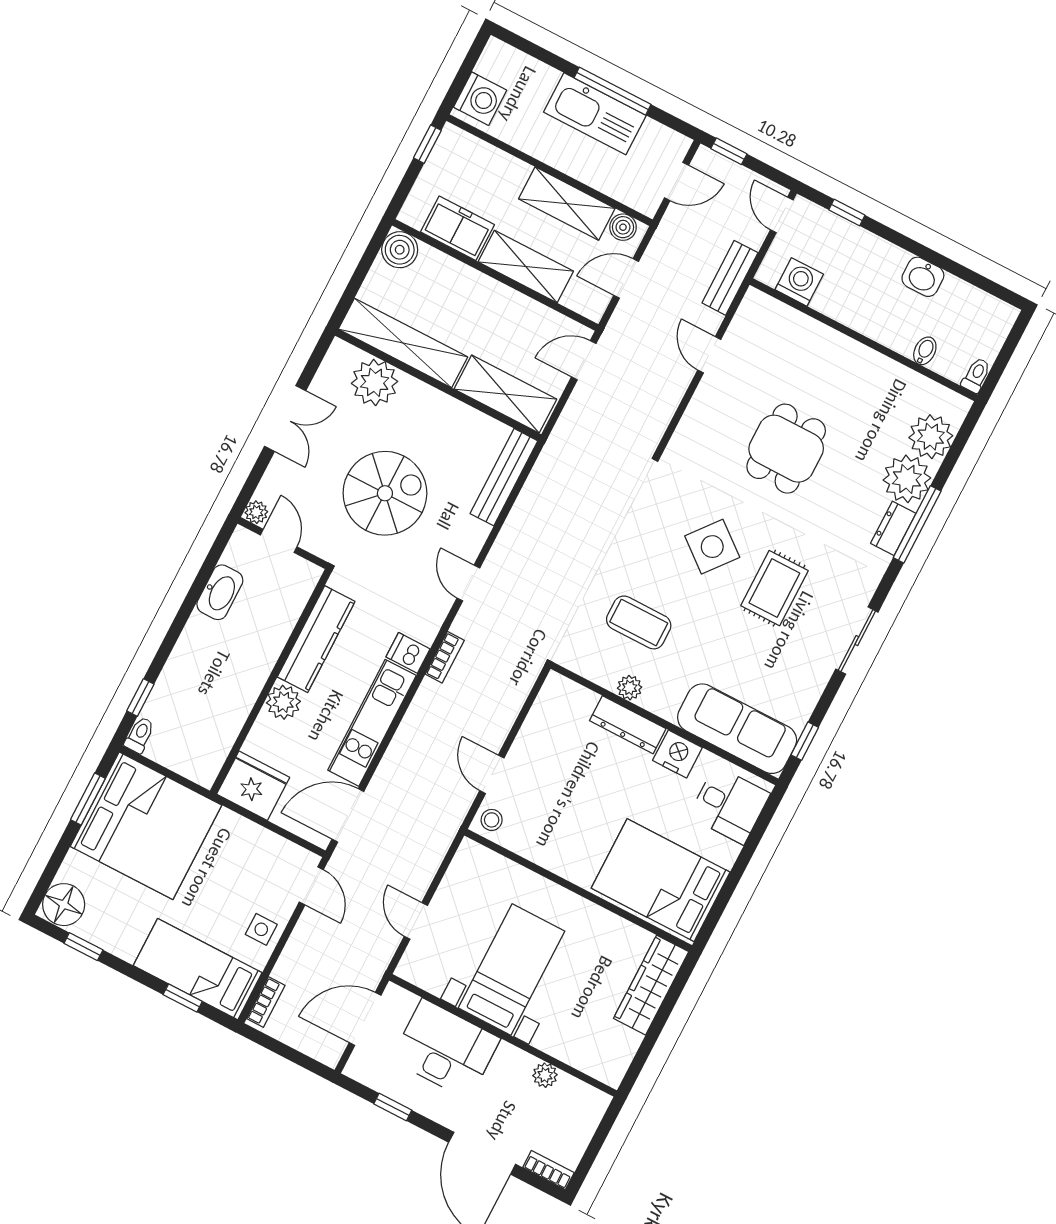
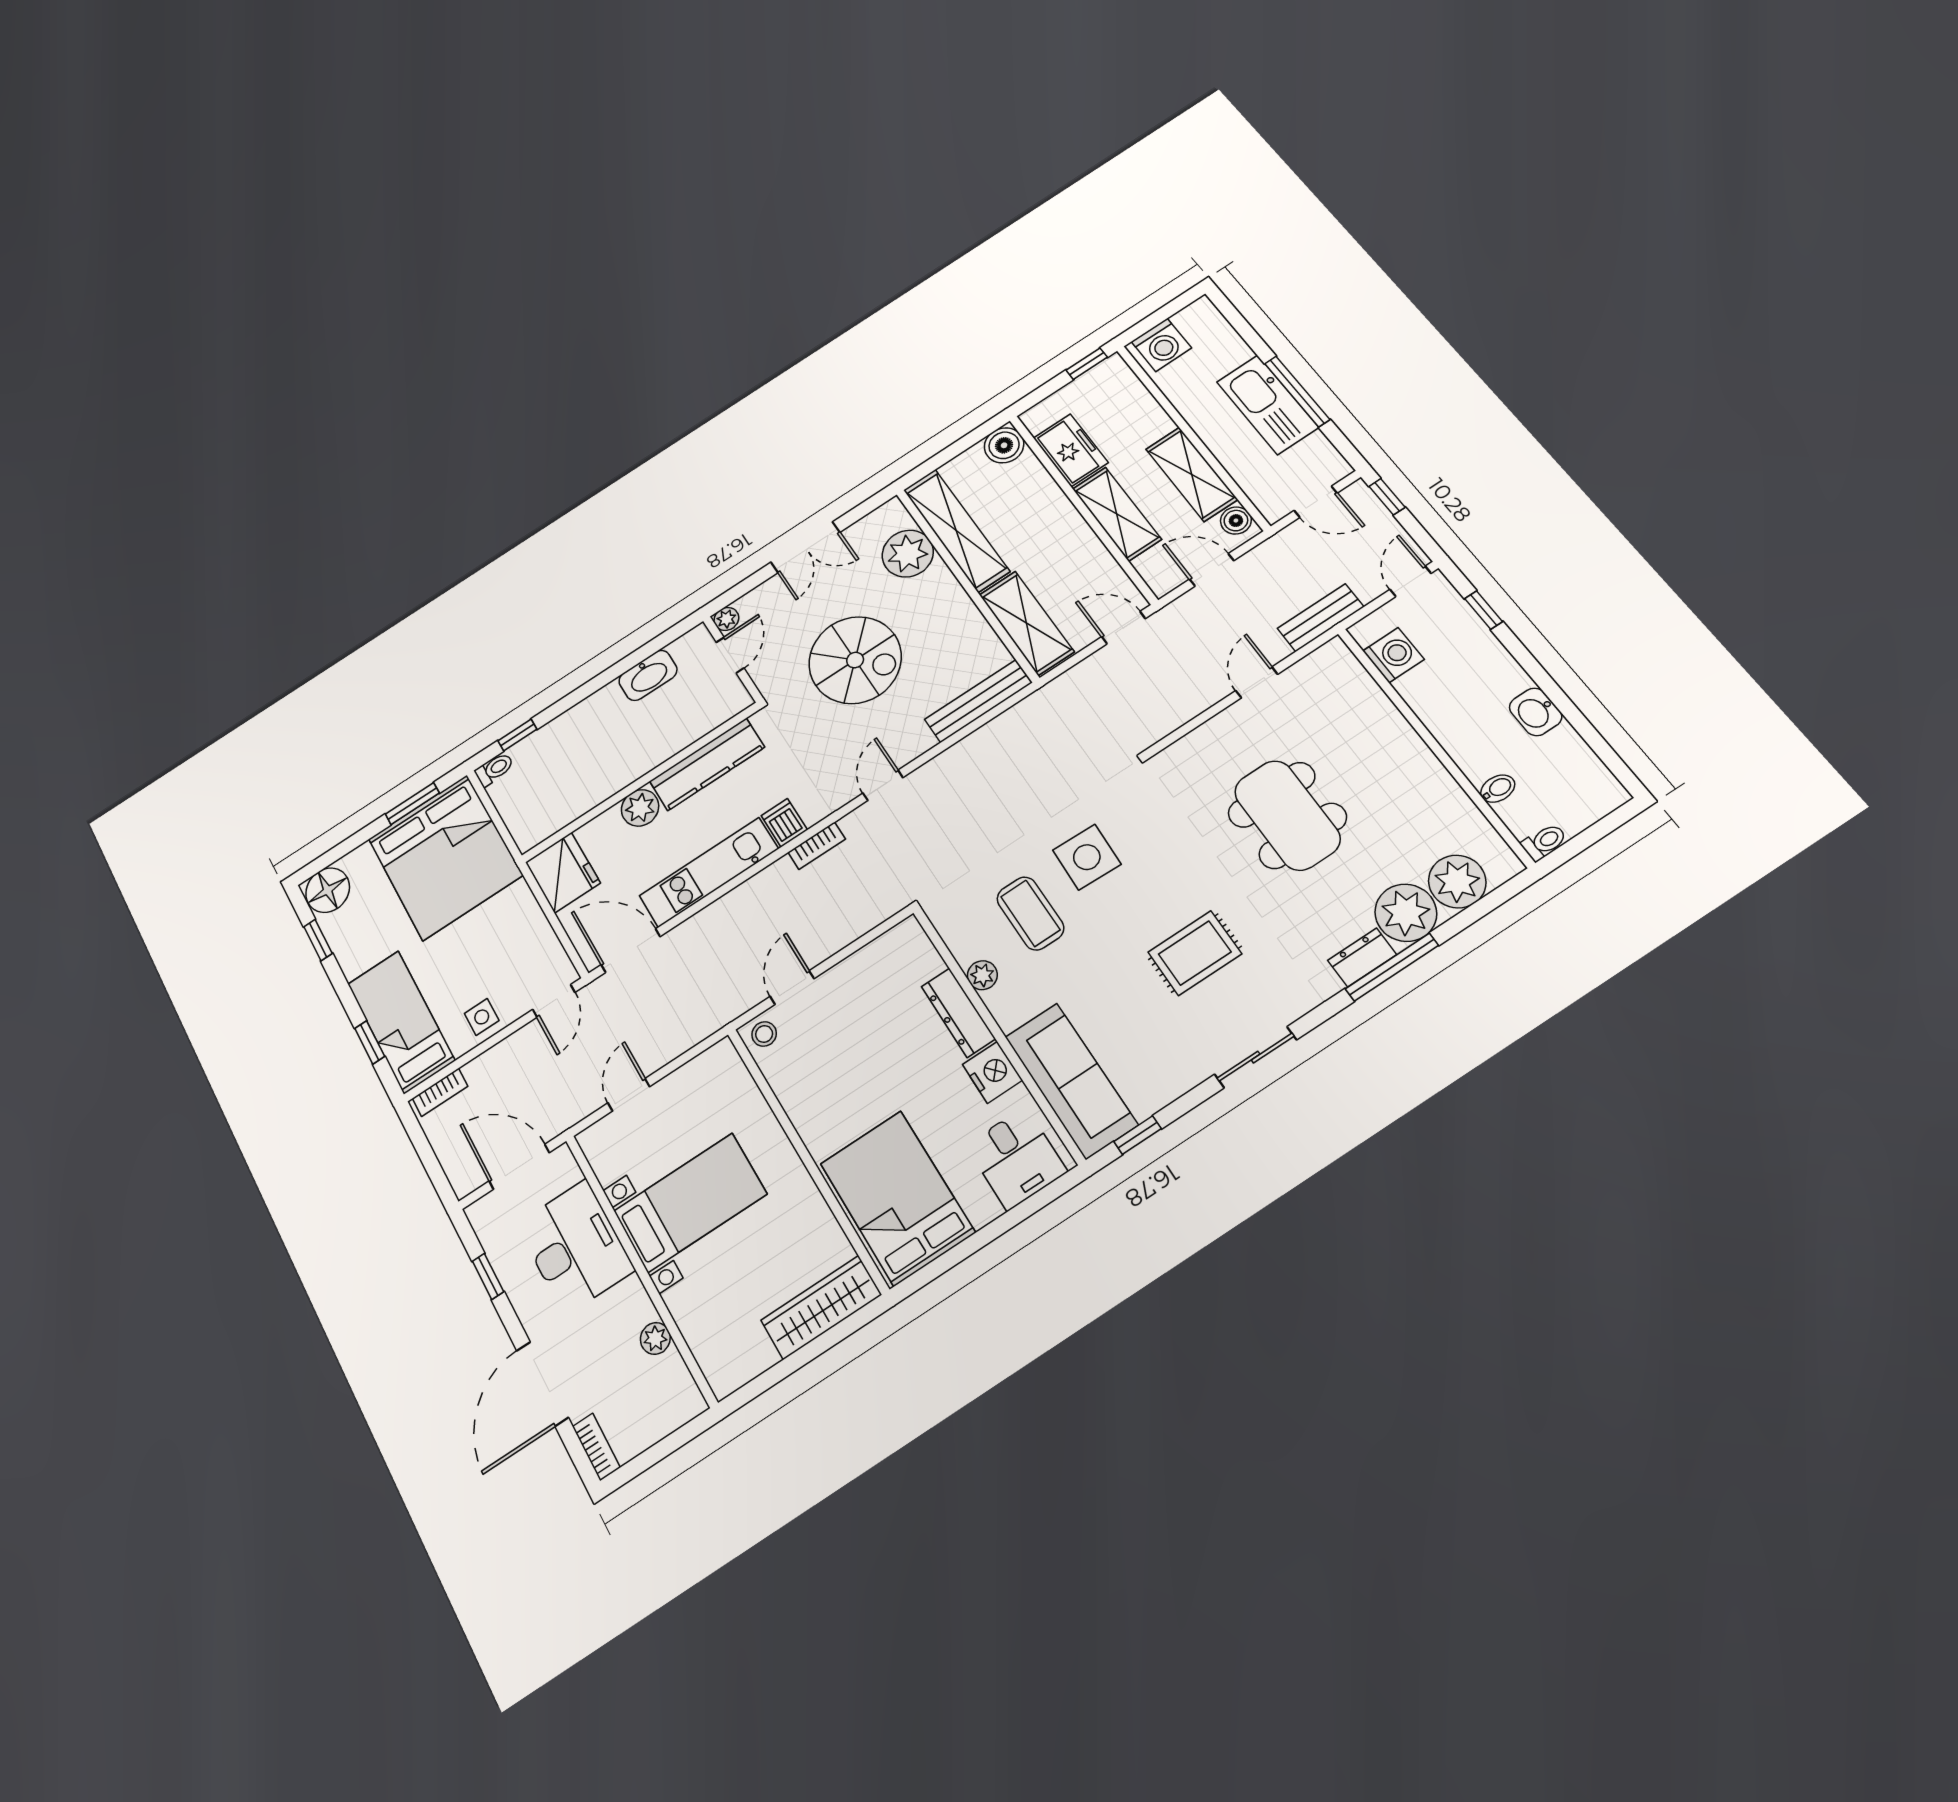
dining table: (786, 449) -> (1287, 815), width x1.37
side table: (712, 547) -> (1087, 857), moved, turned -37

